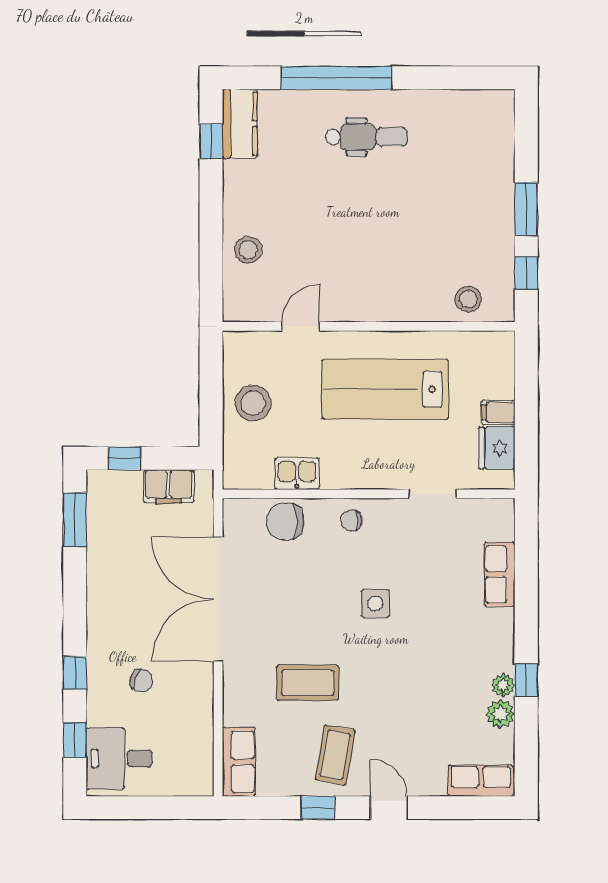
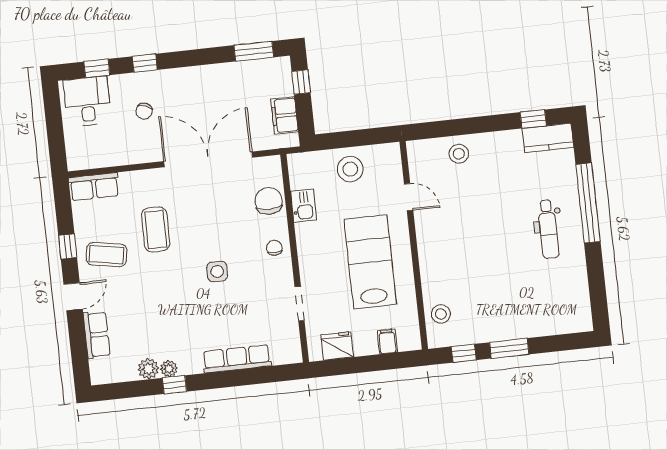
filing cabinet: (498, 412) -> (387, 341), moved
row of seats: (500, 574) -> (237, 359), width x1.48
row of seats: (481, 781) -> (97, 335), moved

